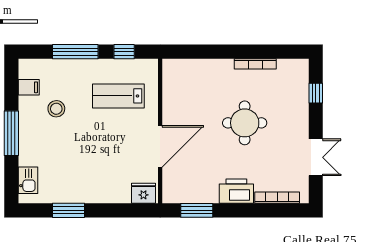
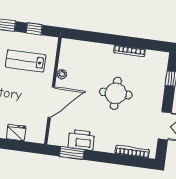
plant: (169, 107) -> (62, 74), added
printer: (236, 191) -> (81, 140), moved
fridge: (143, 193) -> (16, 133), moved

